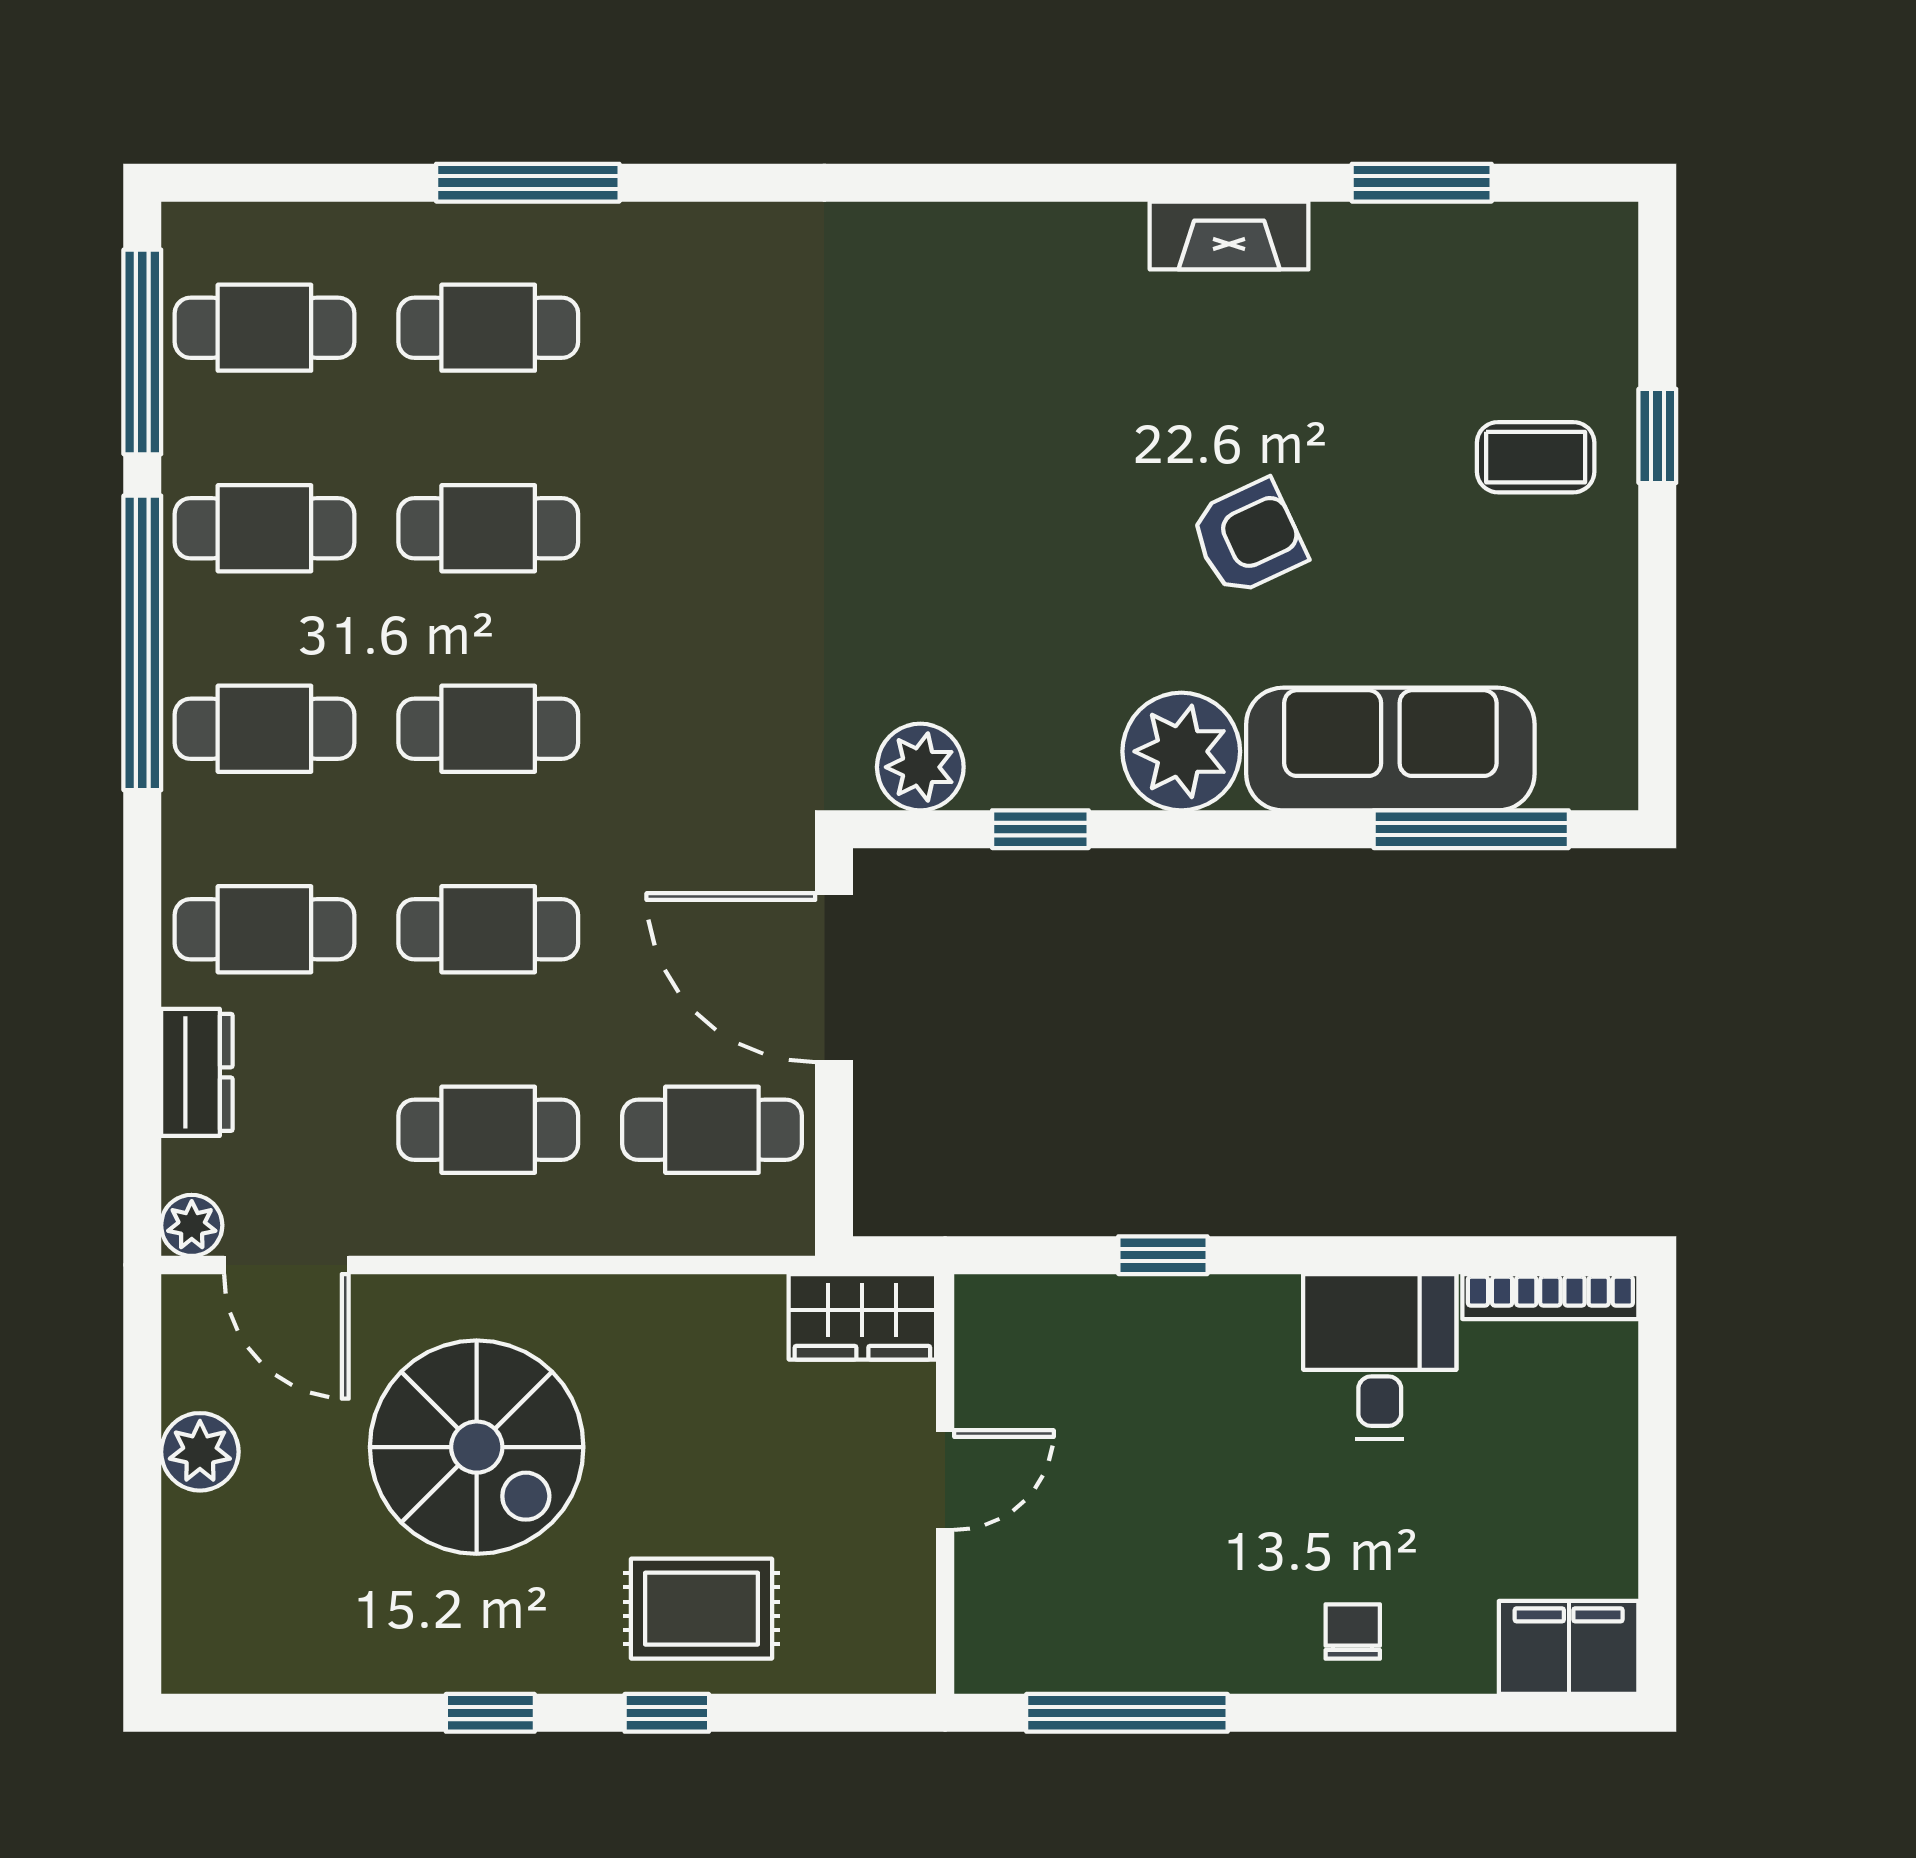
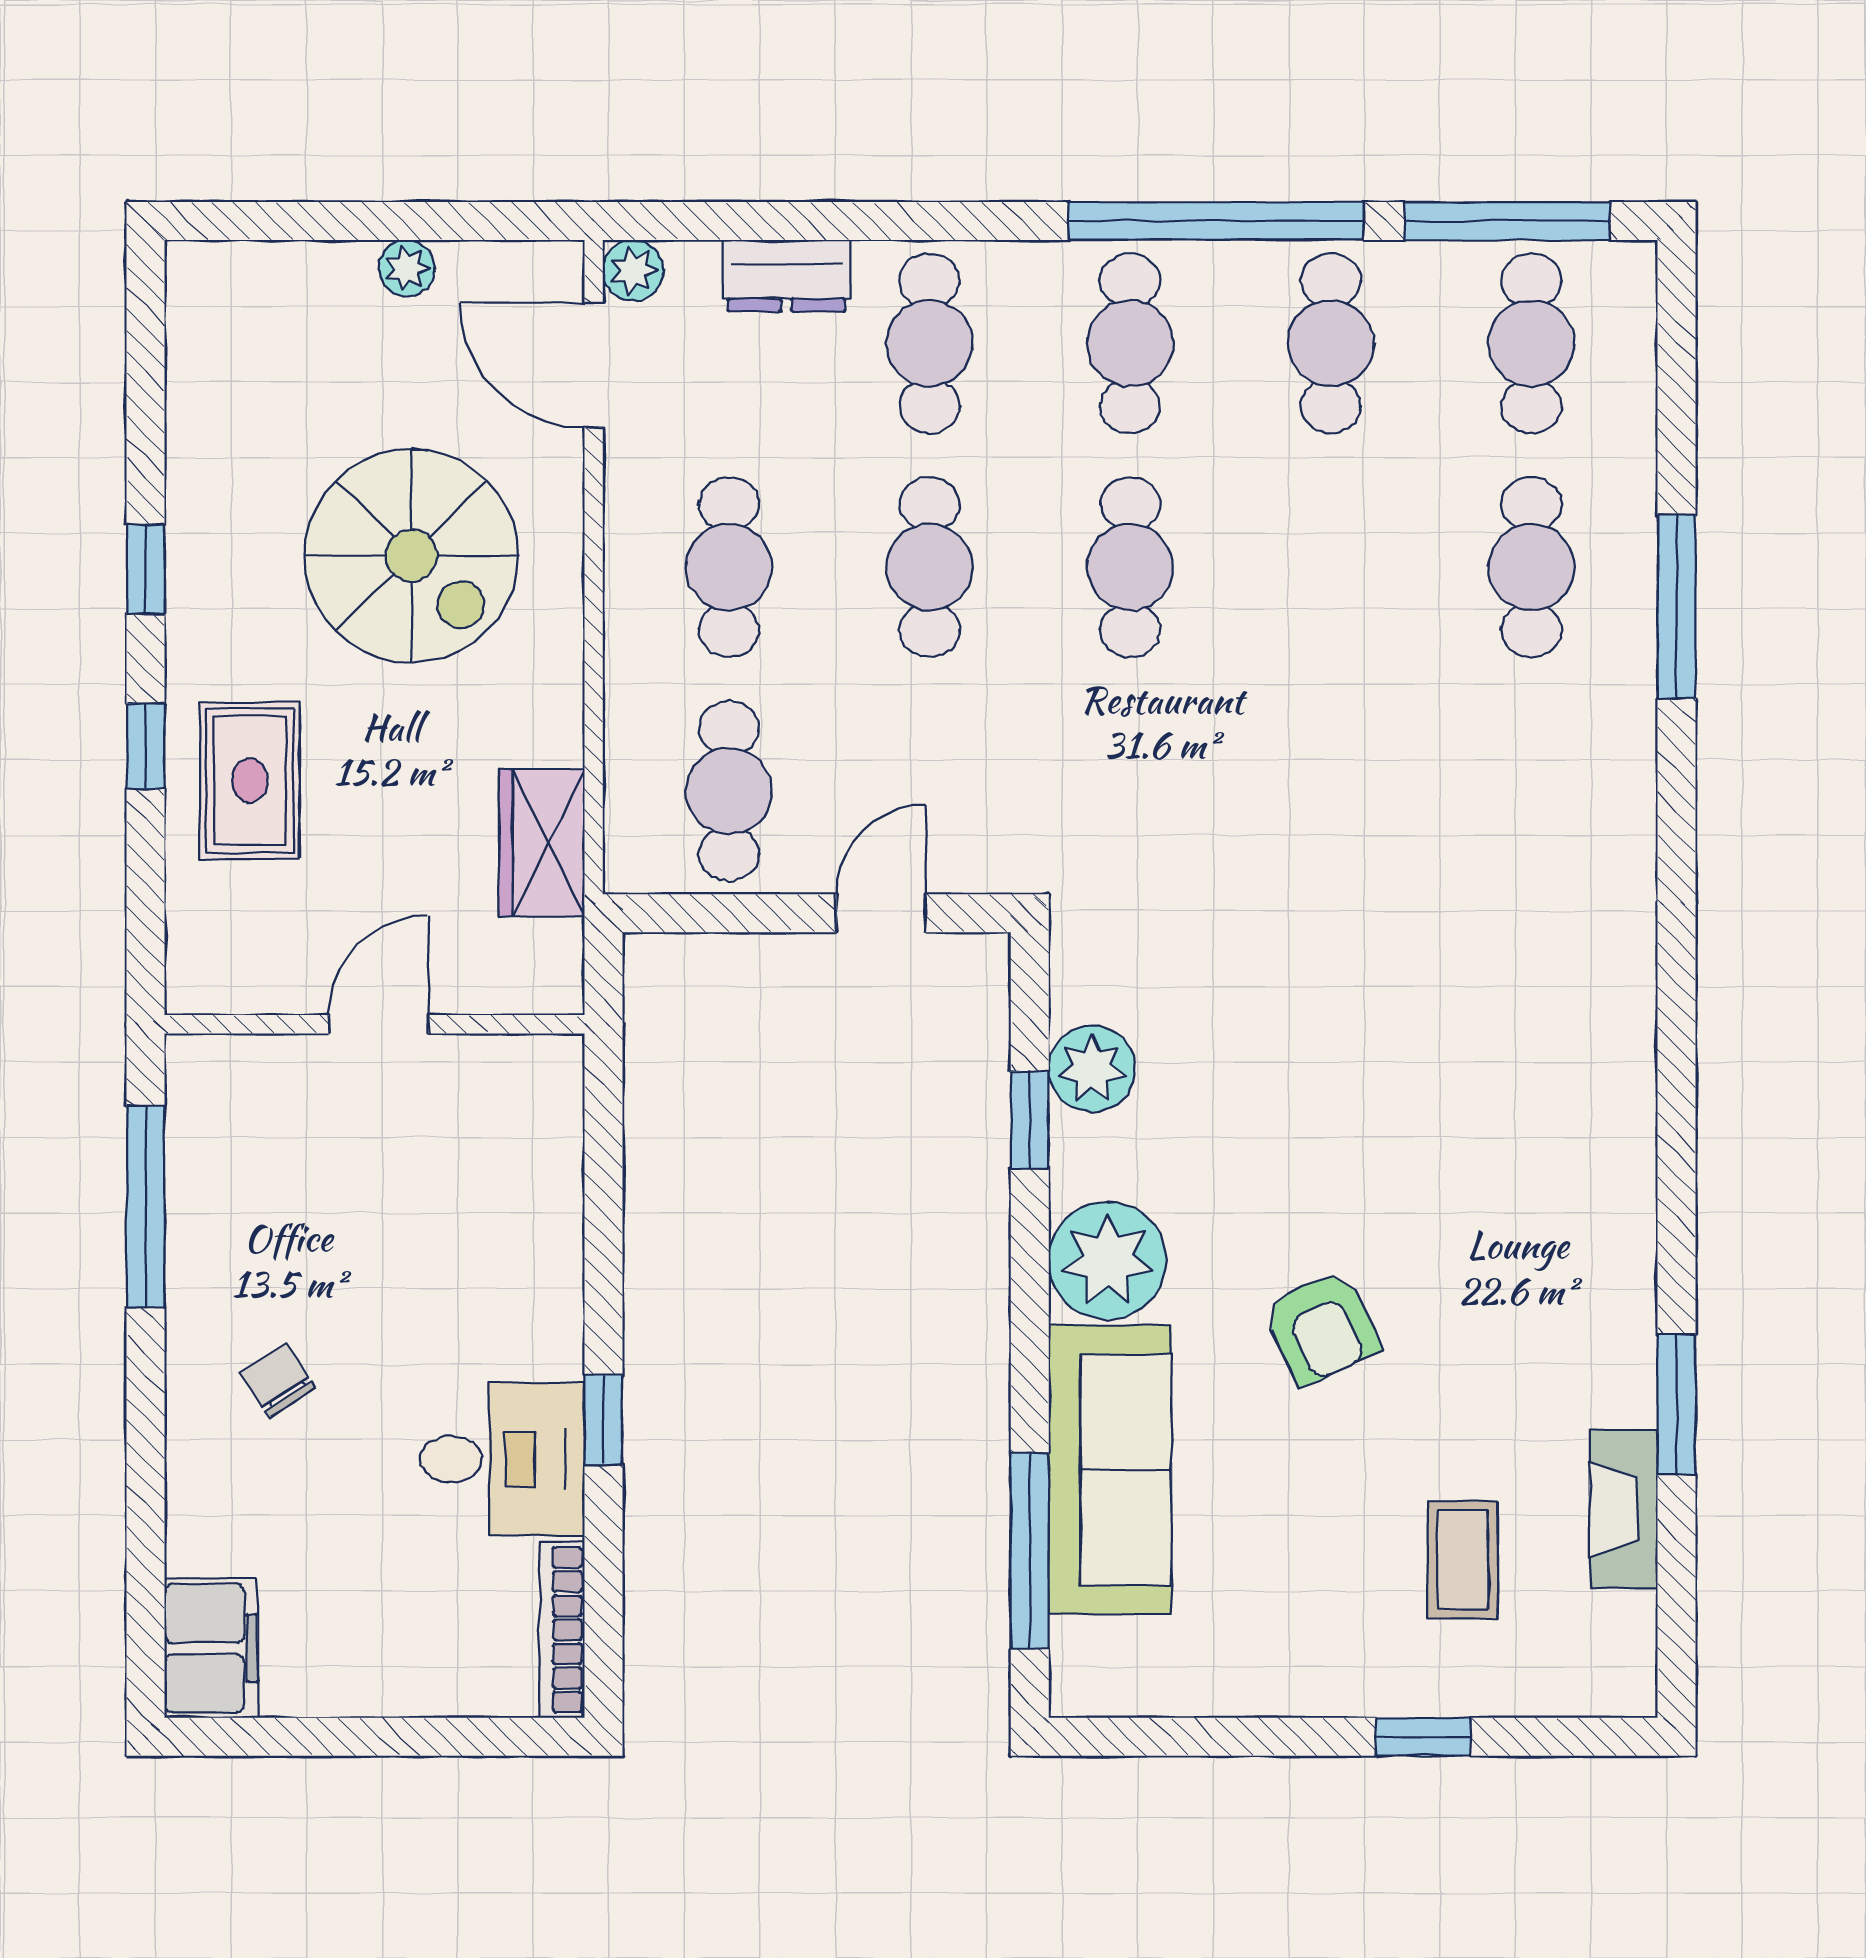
window: (1422, 183) -> (1676, 1404), moved
fireplace: (1229, 235) -> (1624, 1509), moved
coffee table: (1536, 457) -> (1463, 1560), moved
cafe table: (488, 528) -> (1331, 567), removed
plant: (920, 767) -> (1092, 1069), moved
door: (834, 978) -> (881, 913), width x0.53
window: (1163, 1255) -> (603, 1420), moved
door: (286, 1265) -> (594, 365), hinge flipped
wardrobe: (862, 1317) -> (542, 843), moved
spiral stairs: (477, 1447) -> (411, 556), turned -90
plant: (200, 1452) -> (407, 268), width x0.73, depth x0.73
door: (945, 1480) -> (379, 1024), swing flipped
chair: (1353, 1632) -> (278, 1380), moved, turned -123

